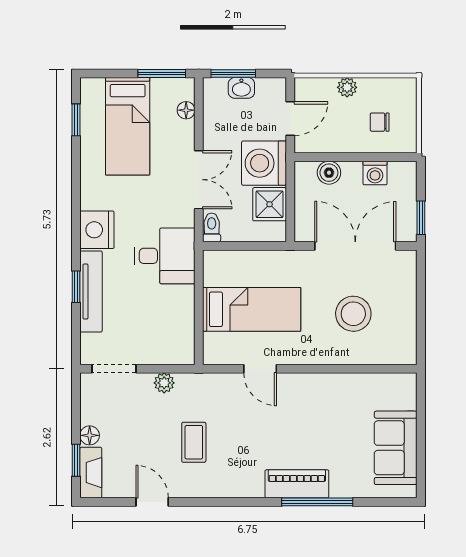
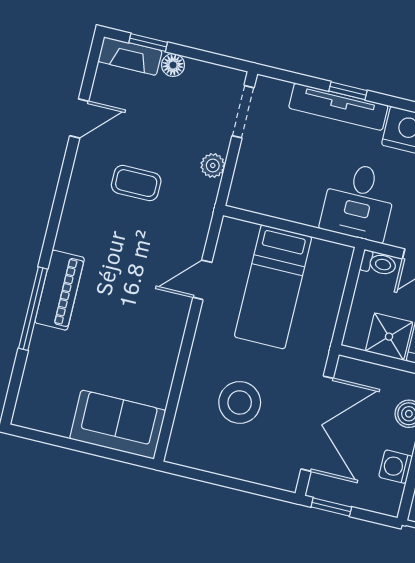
sofa: (396, 448) -> (118, 425), moved

